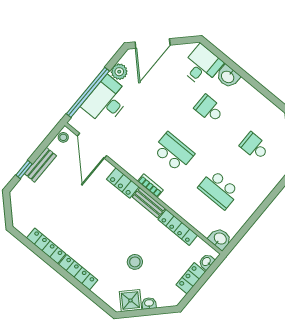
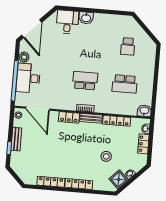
school desk: (209, 109) -> (88, 43), removed
school desk: (254, 146) -> (128, 46), turned -90

